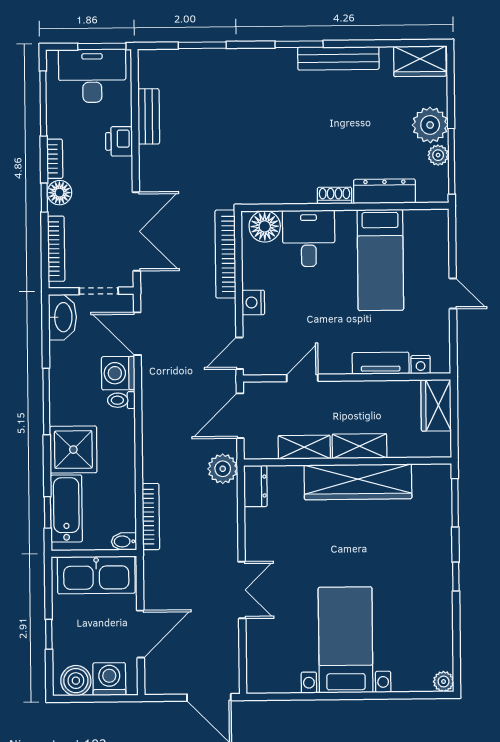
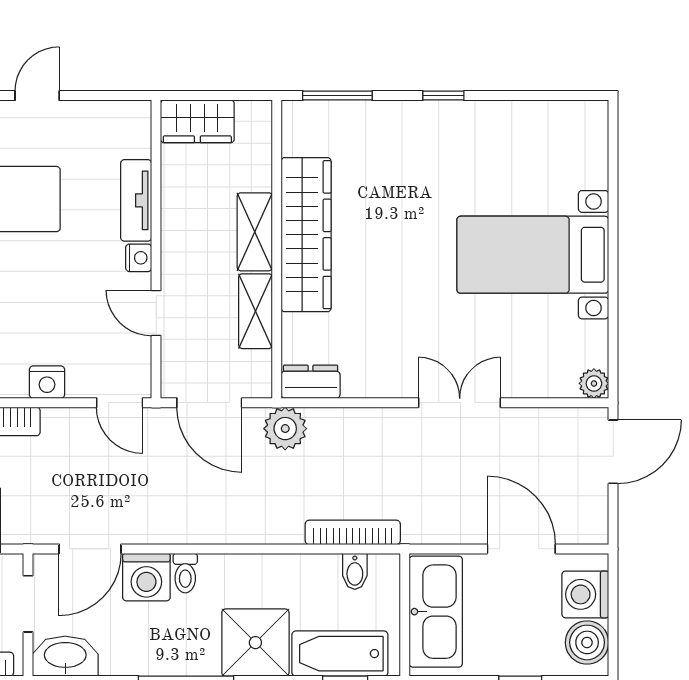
nightstand: (421, 365) -> (139, 258), moved
bidet: (124, 541) -> (355, 571), moved
plant: (444, 682) -> (594, 383), moved

